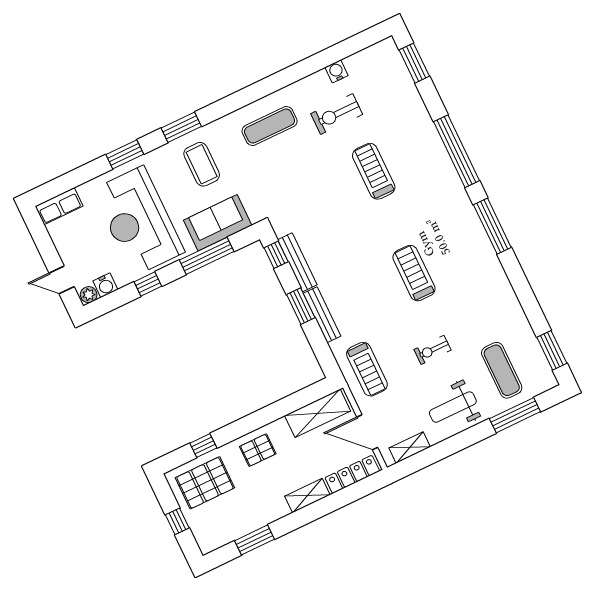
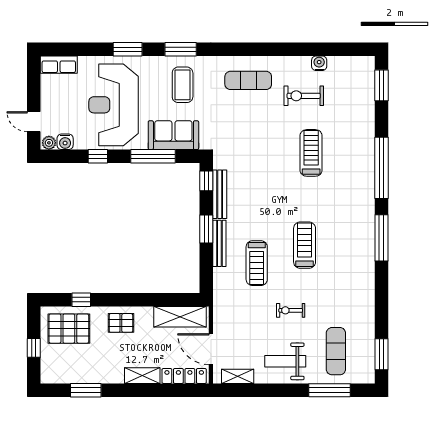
treadmill: (367, 369) -> (257, 263), moved

